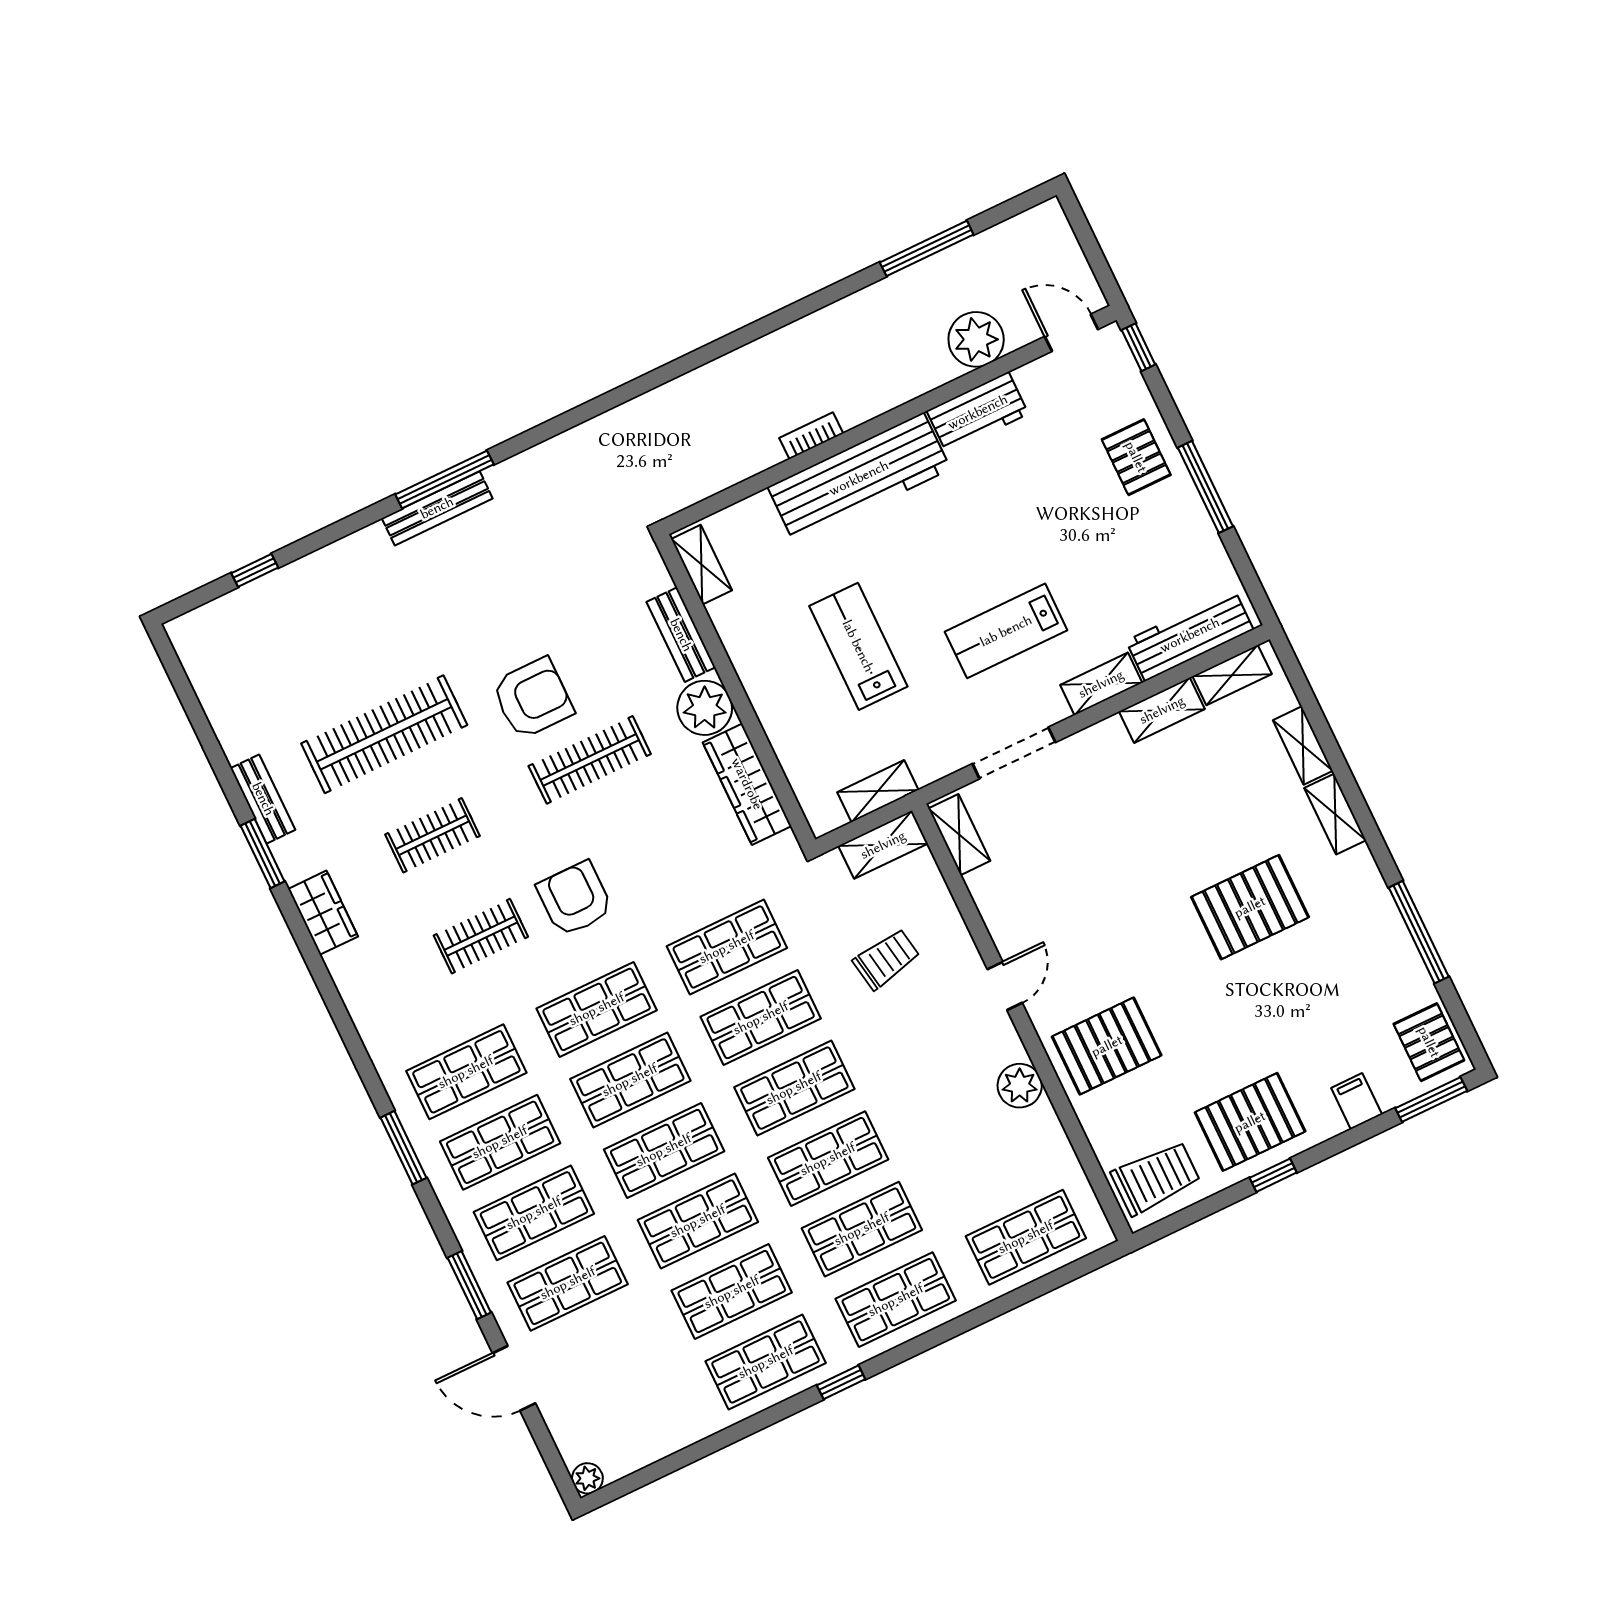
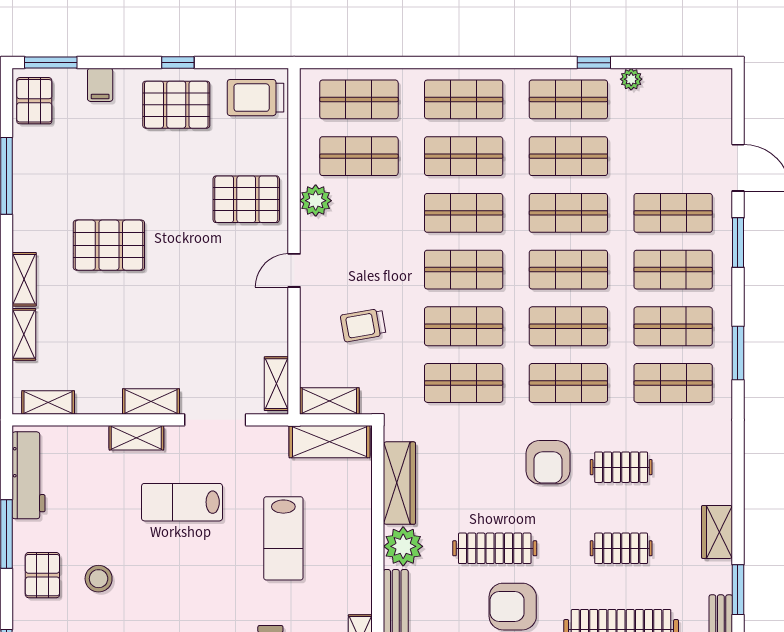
stool: (1064, 486) -> (99, 579), added
lab bench: (1006, 631) -> (182, 502), turned 180
workbench: (1190, 635) -> (28, 475), moved, turned -90
shelving: (1162, 710) -> (151, 402), moved
shelving: (878, 791) -> (329, 442), width x1.50, depth x1.33
shop shelf: (992, 1167) -> (359, 156), added
window: (841, 1382) -> (594, 63), moved
plant: (587, 1478) -> (631, 79), moved

